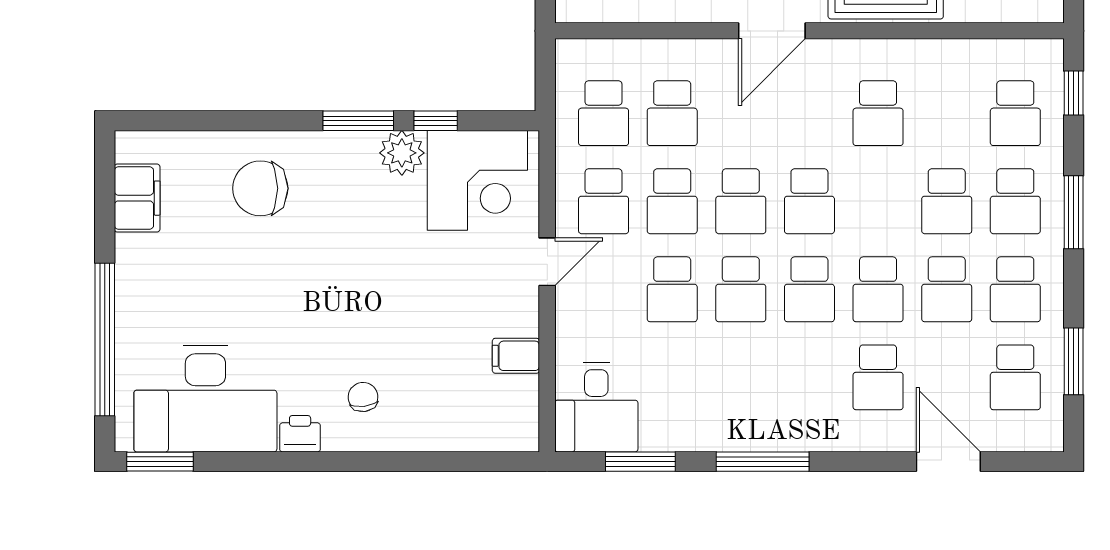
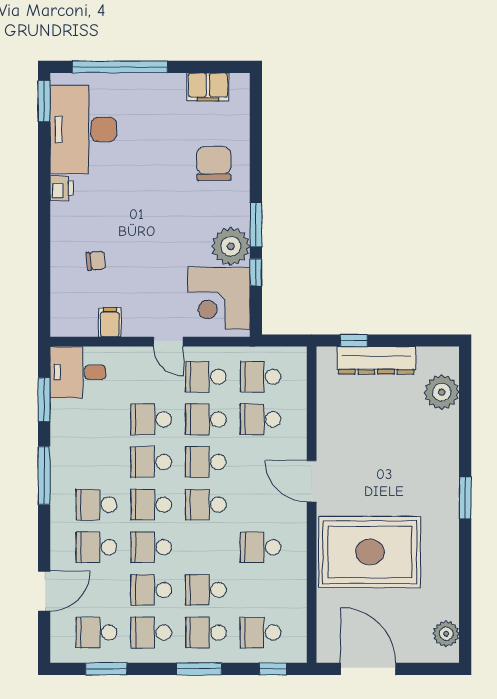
plant: (402, 153) -> (231, 246), width x1.36, depth x1.36
school desk: (809, 377) -> (96, 505), added
chair: (363, 397) -> (96, 261), moved

